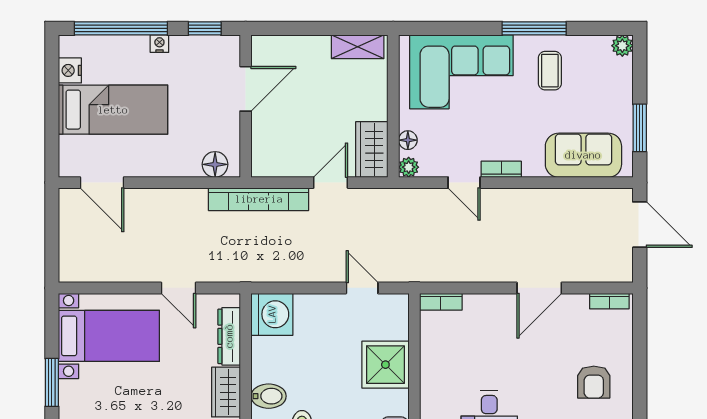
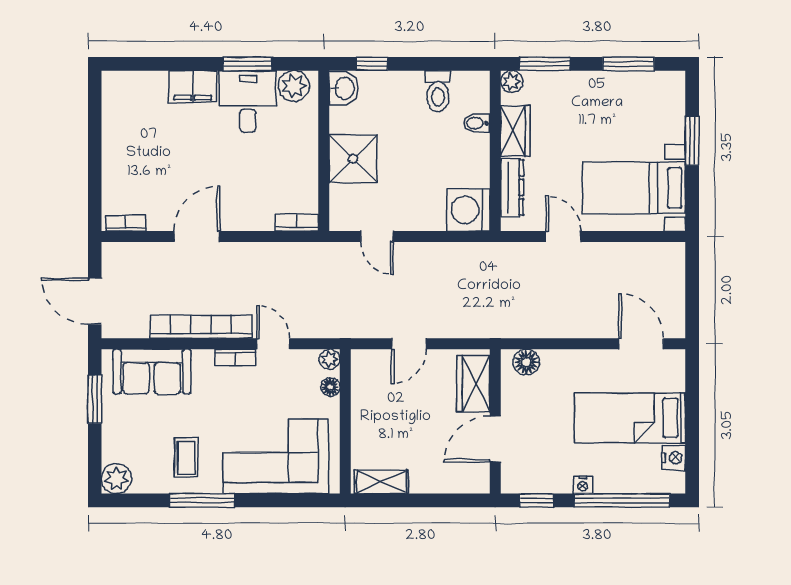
plant: (622, 46) -> (117, 479), width x1.38, depth x1.38
wardrobe: (372, 149) -> (473, 384), moved, turned 180
bookcase: (259, 199) -> (201, 327), moved
armchair: (594, 382) -> (141, 141), removed
bidet: (269, 396) -> (477, 123), width x0.72, depth x0.74

